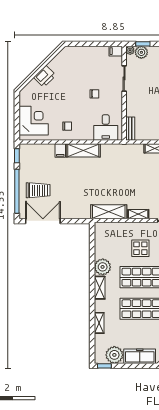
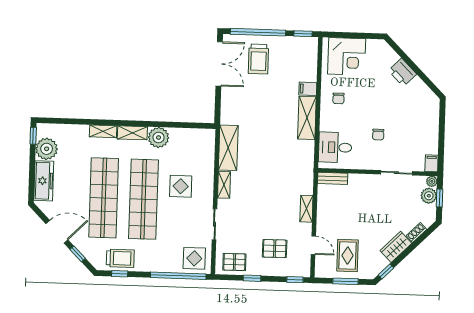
shelving: (99, 323) -> (103, 131), moved

